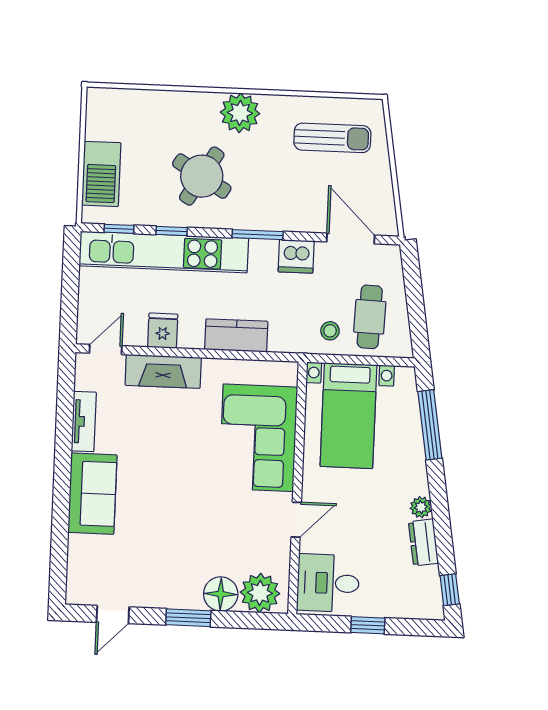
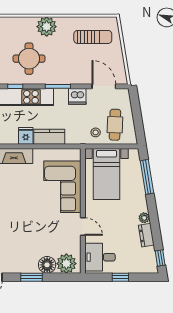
round table: (202, 176) -> (29, 59), turned -31
fridge: (163, 331) -> (26, 136), moved
door: (296, 520) -> (83, 227), hinge flipped

